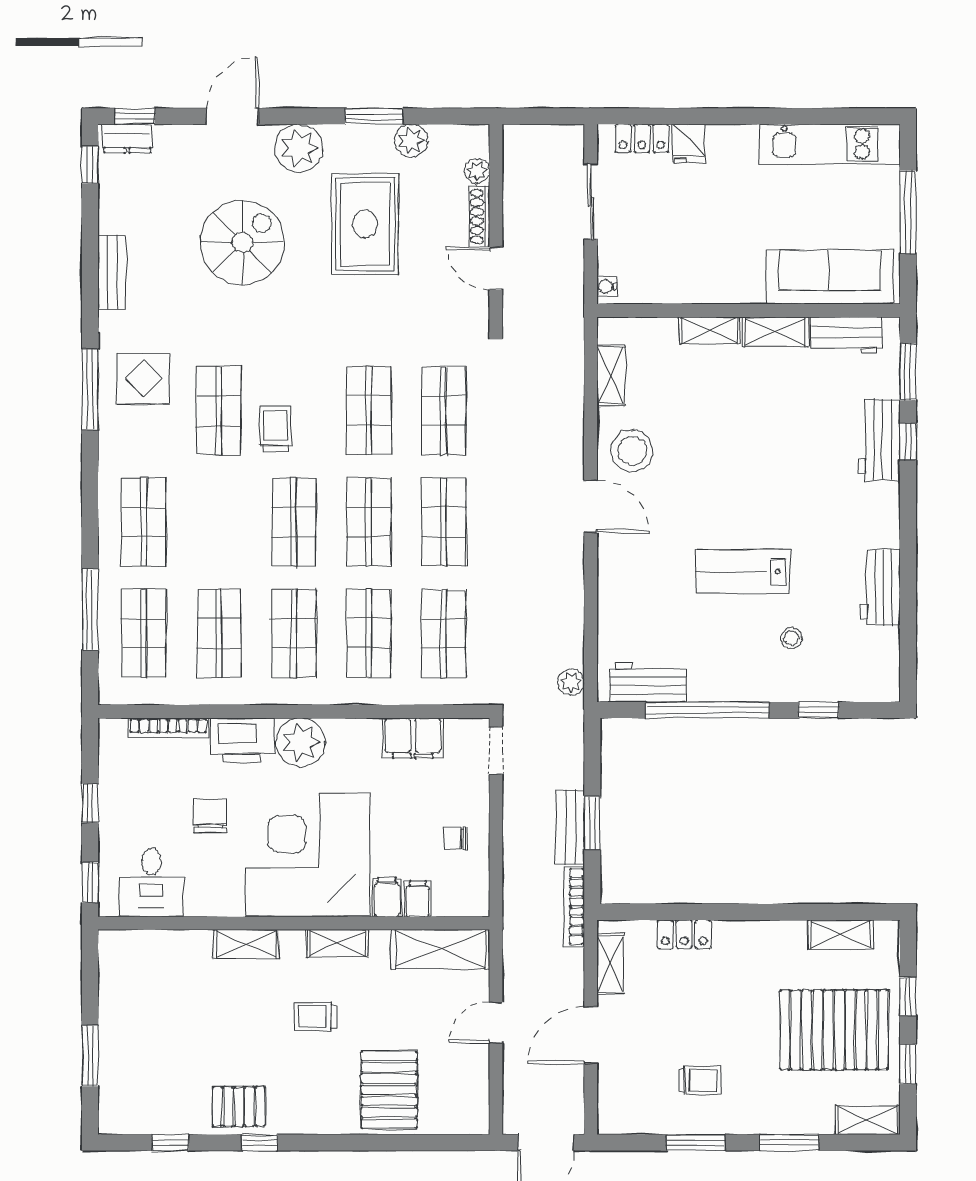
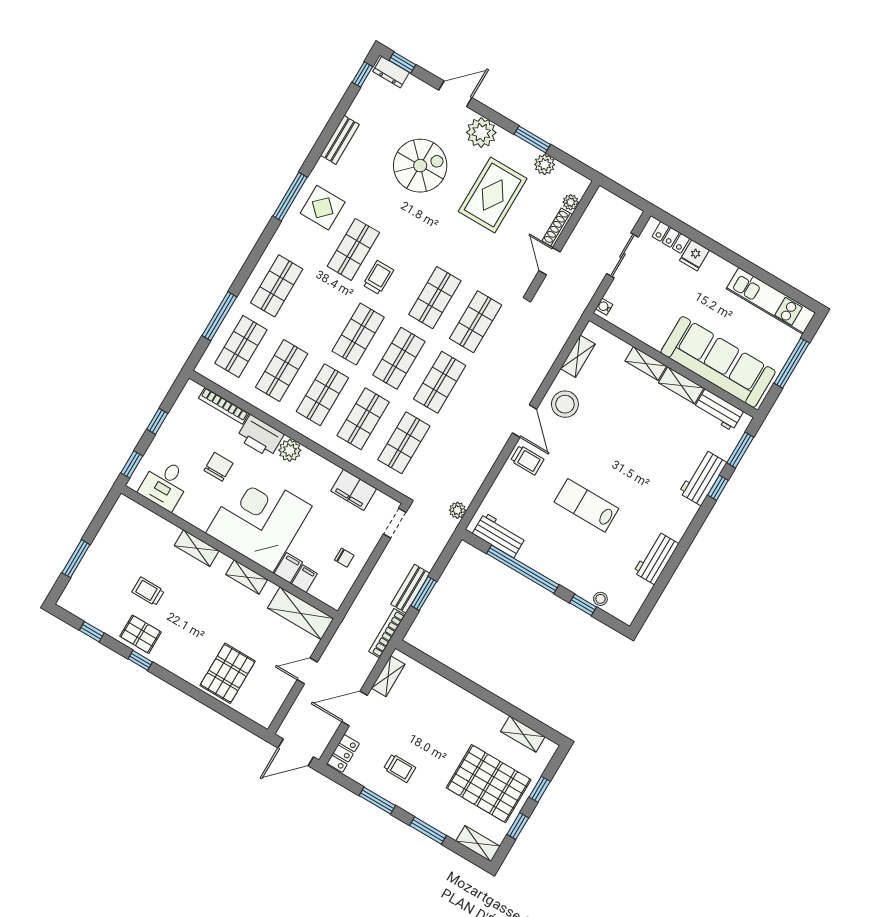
sofa: (830, 277) -> (718, 362), width x1.36, depth x1.27
trolley: (626, 557) -> (527, 460), added
stool: (791, 638) -> (600, 599), moved
plant: (301, 742) -> (290, 450), width x0.73, depth x0.73
chair: (455, 838) -> (344, 558), turned 180
locker: (684, 934) -> (343, 753), moved, turned -90
trolley: (316, 1016) -> (148, 591), moved

